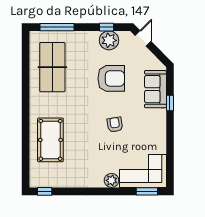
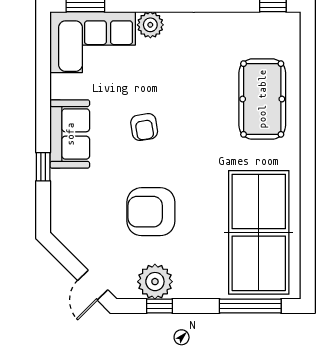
table tennis table: (52, 67) -> (259, 232), width x1.36, depth x1.32
sofa: (155, 89) -> (70, 134), moved

